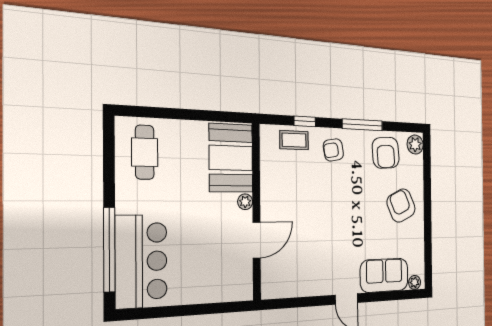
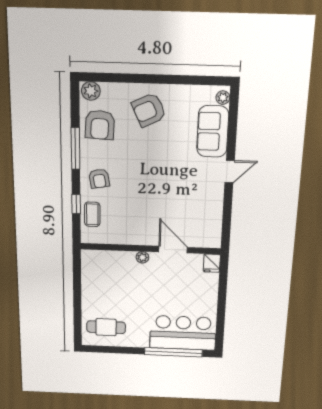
armchair: (386, 153) -> (100, 125), turned 97
booth: (231, 158) -> (108, 267), removed
fridge: (242, 291) -> (212, 263), added

